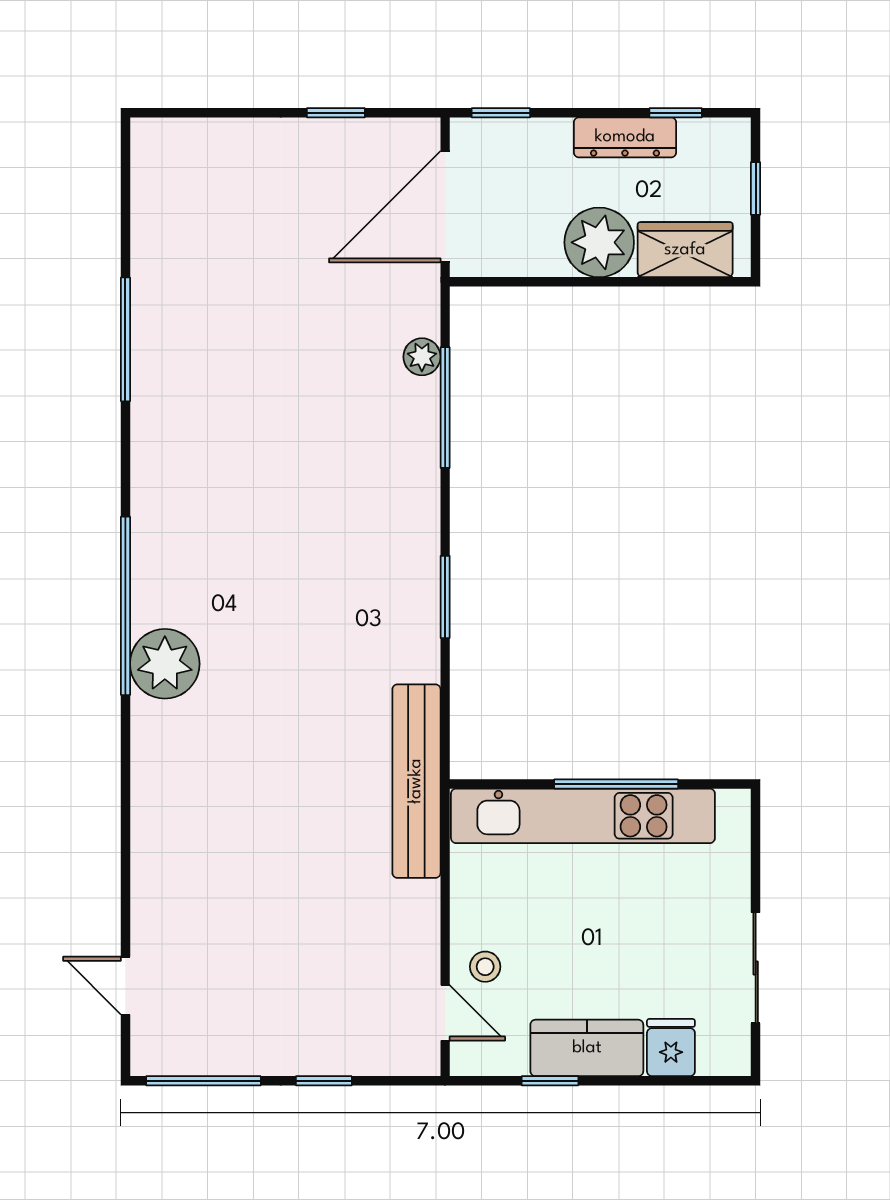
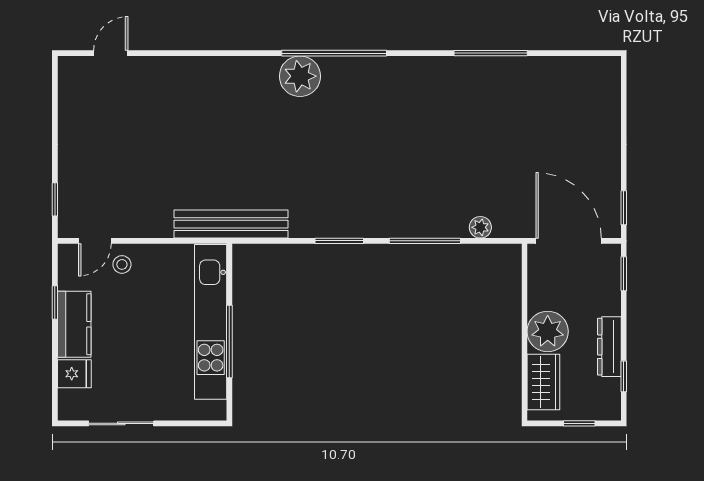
window: (336, 113) -> (624, 208), moved
window: (445, 408) -> (425, 241), moved
window: (203, 1081) -> (55, 99), removed
window: (324, 1081) -> (55, 199), moved

